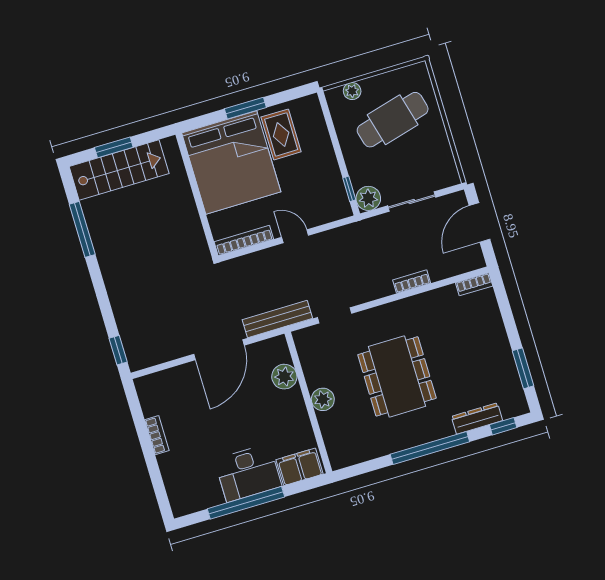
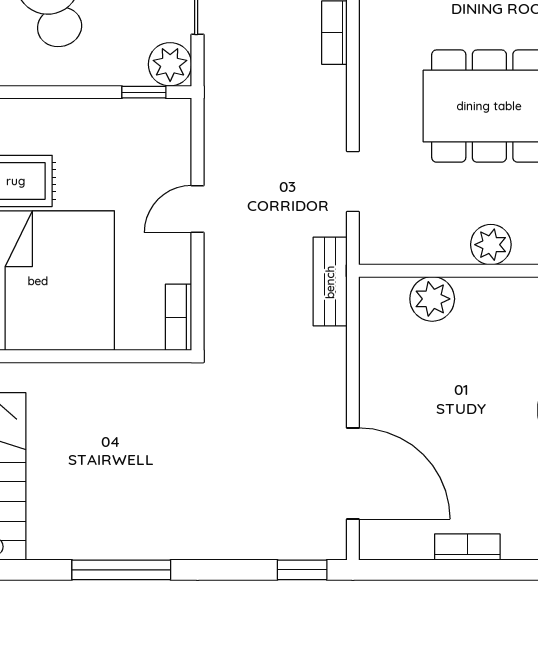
window: (82, 229) -> (121, 570), moved
bookcase: (244, 240) -> (178, 317), width x0.64
bench: (277, 319) -> (330, 282), width x0.73
door: (219, 350) -> (353, 473), moved

